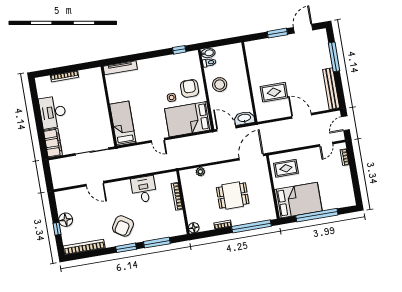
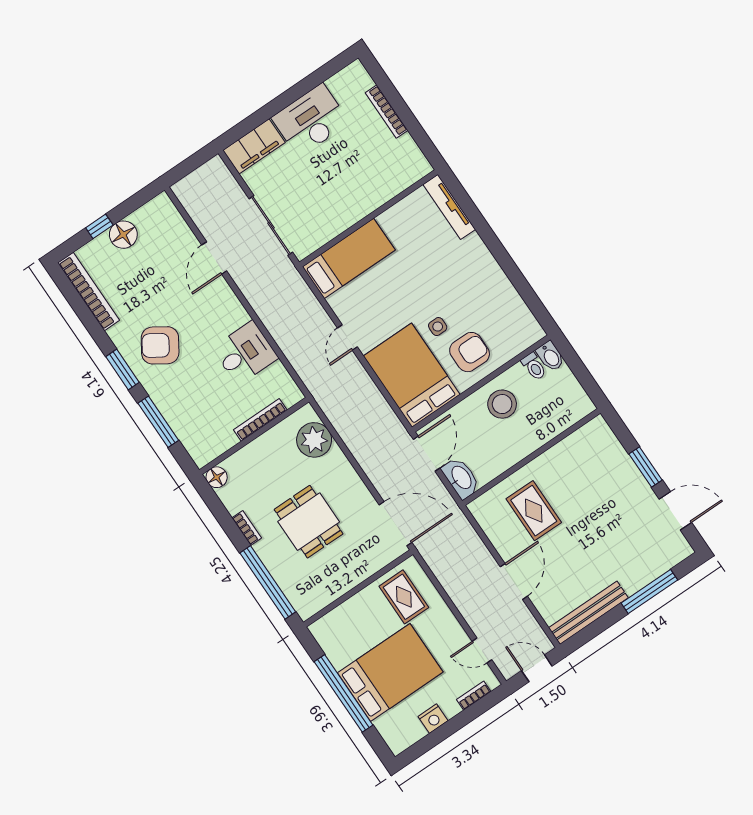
window: (179, 50) -> (532, 300), removed
plant: (200, 172) -> (314, 440), width x1.88, depth x1.88
nightstand: (347, 180) -> (433, 719), added
bed: (298, 200) -> (390, 672), moved, turned -90

